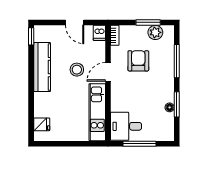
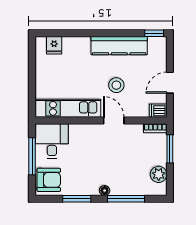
window: (148, 22) -> (170, 149), moved
armchair: (138, 61) -> (49, 180), moved
floor lamp: (170, 107) -> (105, 191), moved

